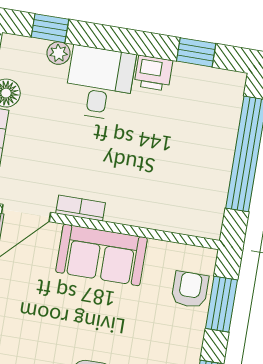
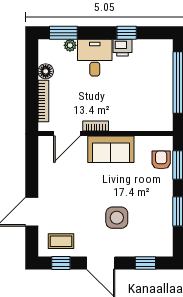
window: (50, 28) -> (63, 33), width x1.50
window: (196, 52) -> (127, 33), moved

